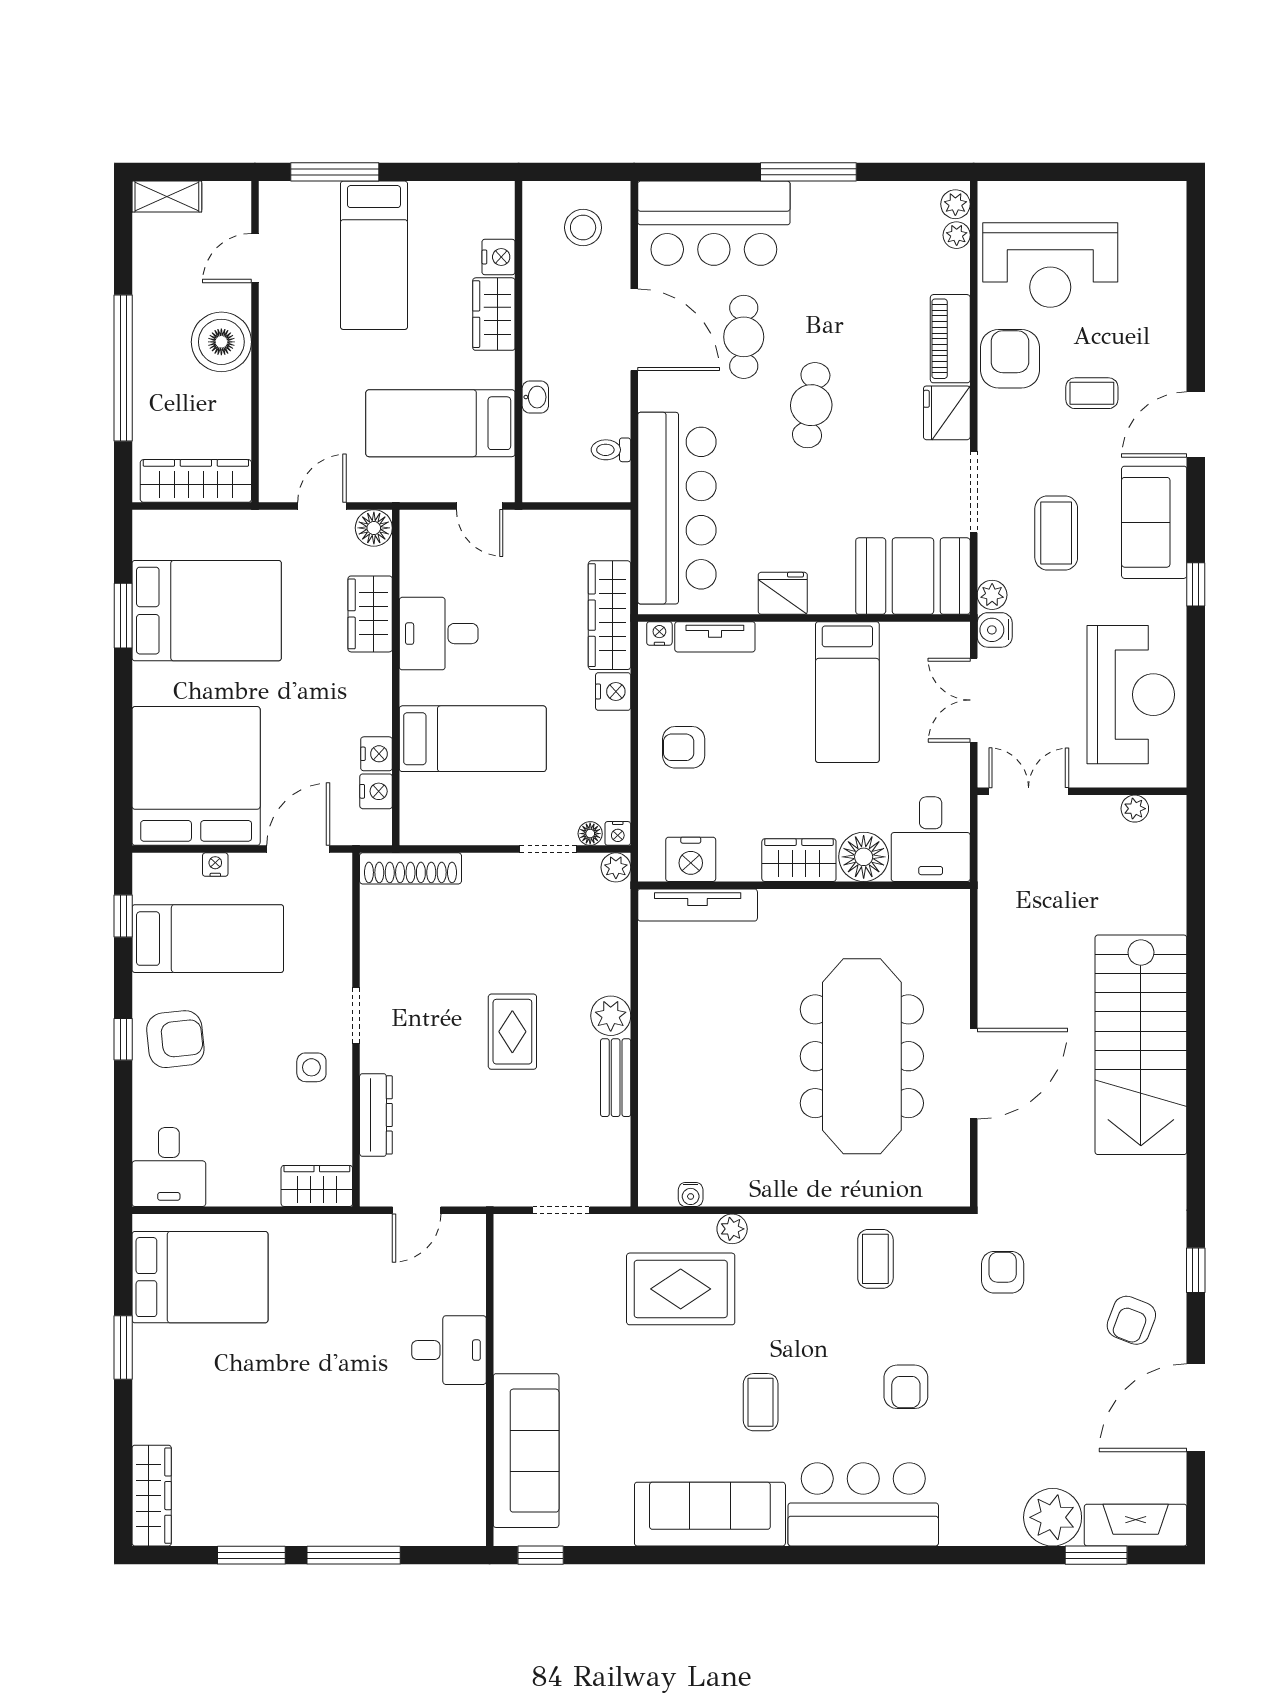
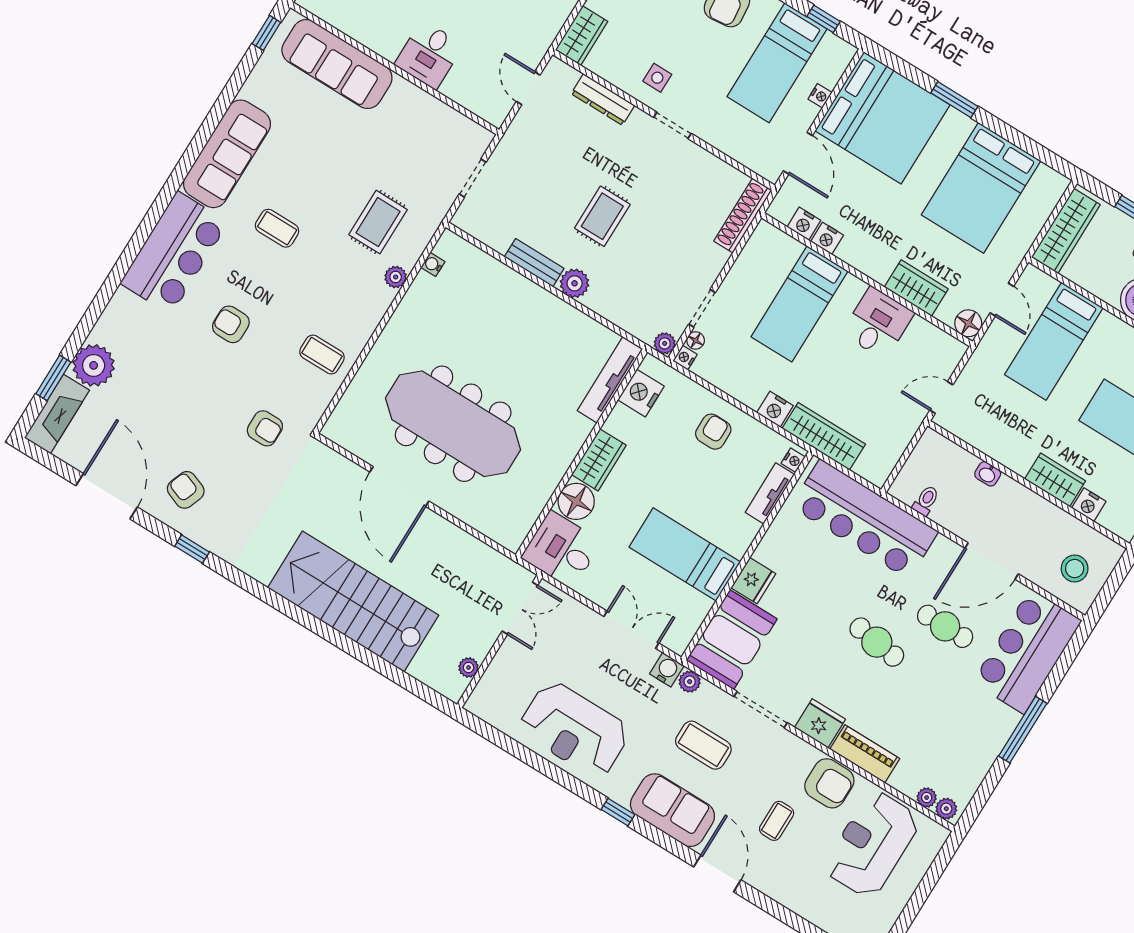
bed: (440, 423) -> (1054, 341), moved, turned 180
fridge: (783, 593) -> (753, 581), moved
window: (123, 616) -> (954, 100), moved
double door: (1029, 791) -> (520, 608), moved
wall: (1082, 791) -> (499, 641), moved
plant: (1135, 809) -> (469, 667), moved
rug: (512, 1032) -> (602, 216), turned 90
rug: (681, 1289) -> (378, 222), width x0.73, depth x0.70

